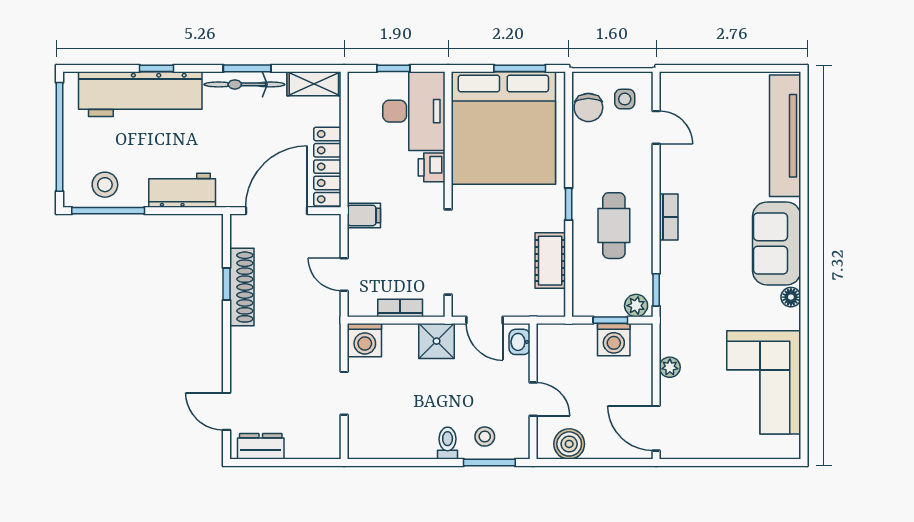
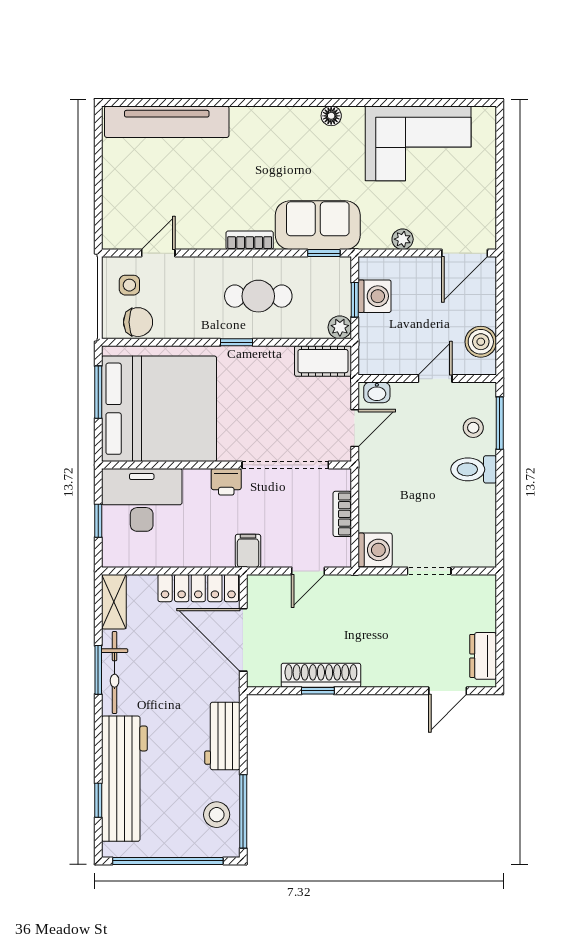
window: (157, 68) -> (98, 800), moved
printer: (432, 167) -> (226, 482), moved
sofa: (777, 243) -> (318, 225), moved, turned 180
cot: (550, 261) -> (323, 361), moved
plant: (636, 306) -> (340, 327), moved
shower: (437, 341) -> (376, 477), removed
toilet: (448, 443) -> (474, 469), width x1.37, depth x1.39

